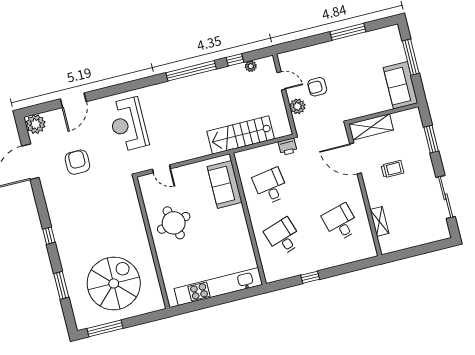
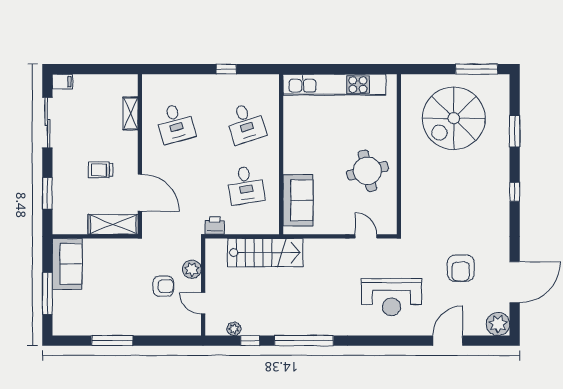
reception desk: (128, 124) -> (392, 297), turned 90
filing cabinet: (442, 234) -> (62, 82), added

